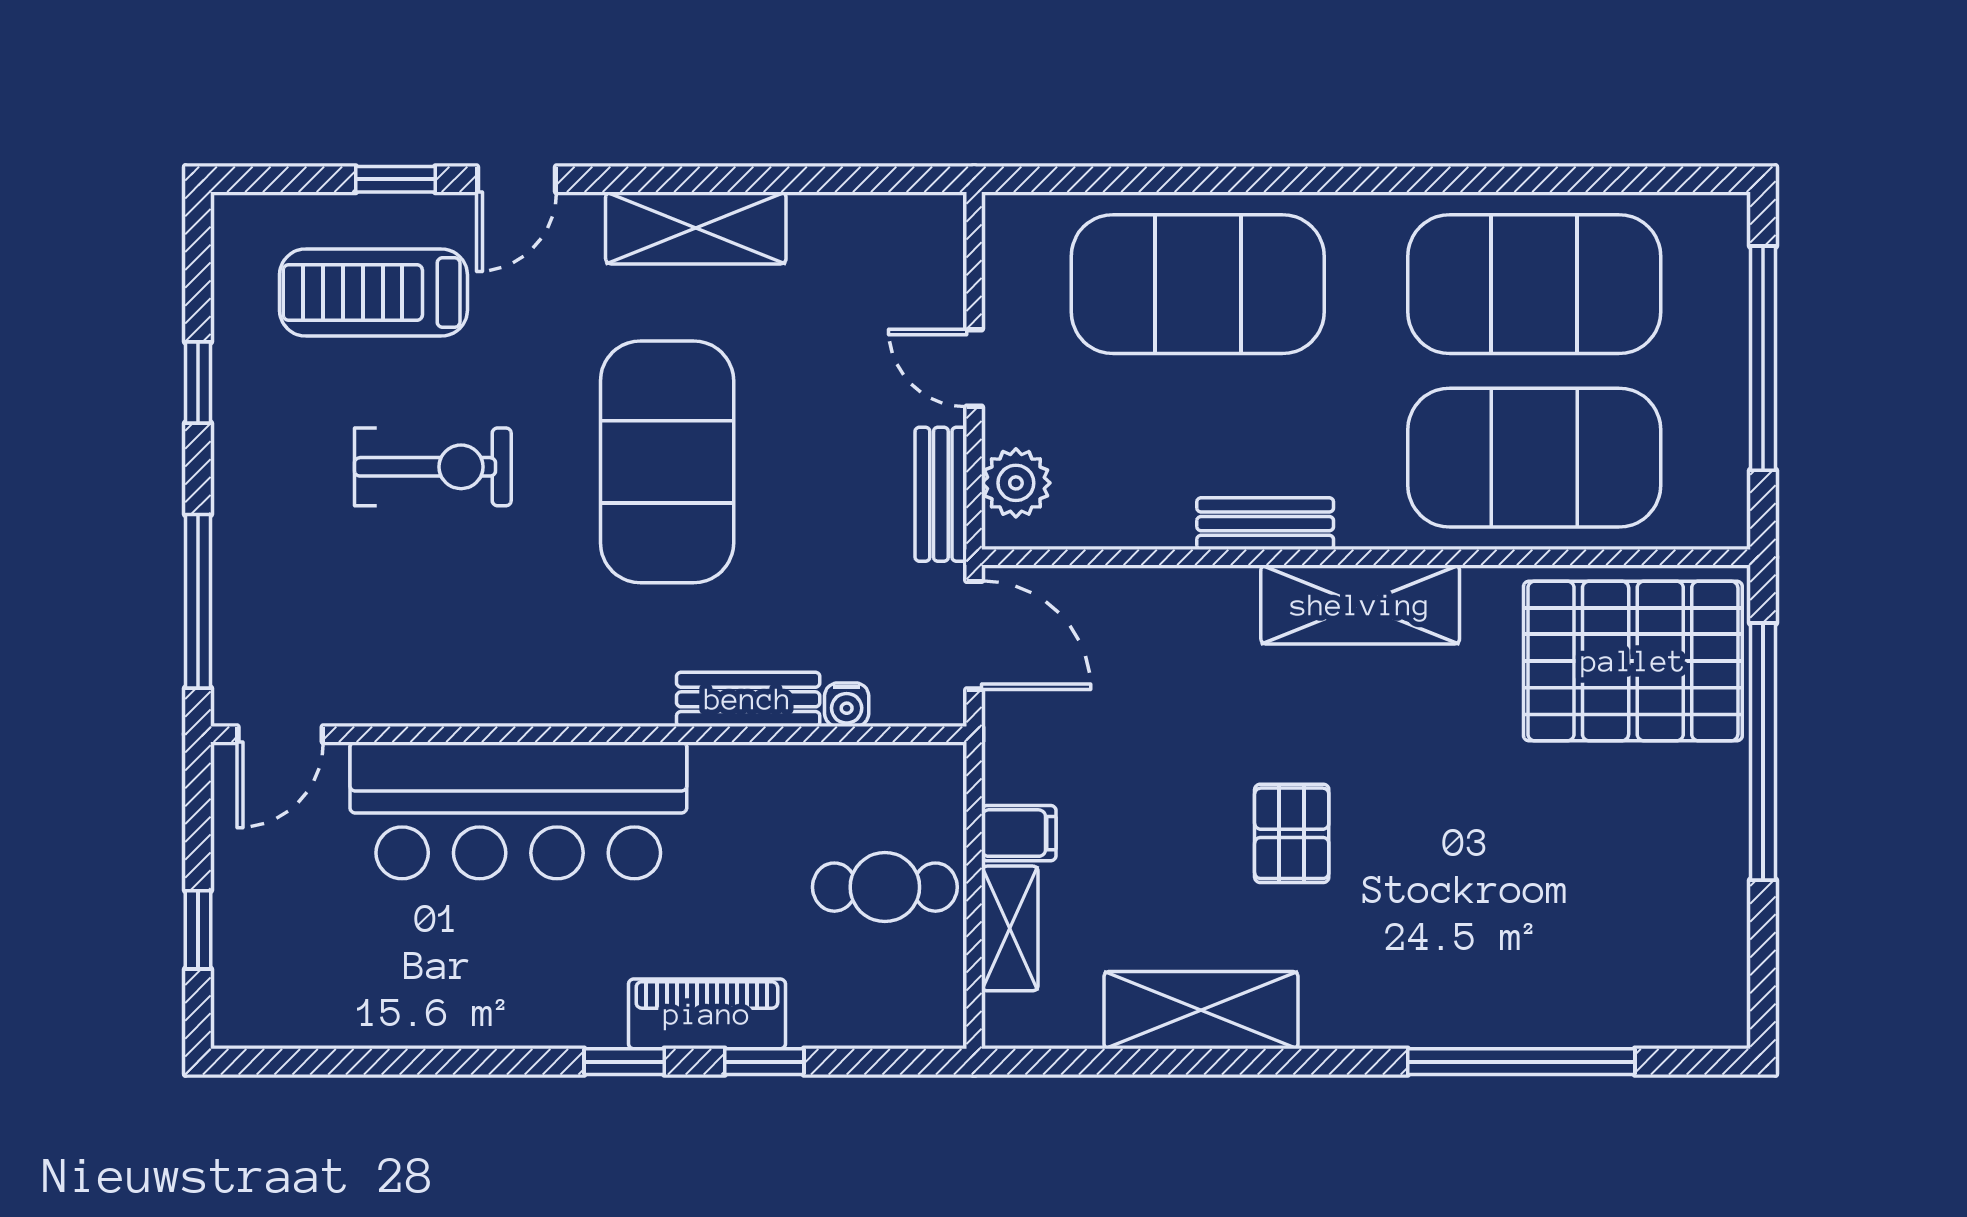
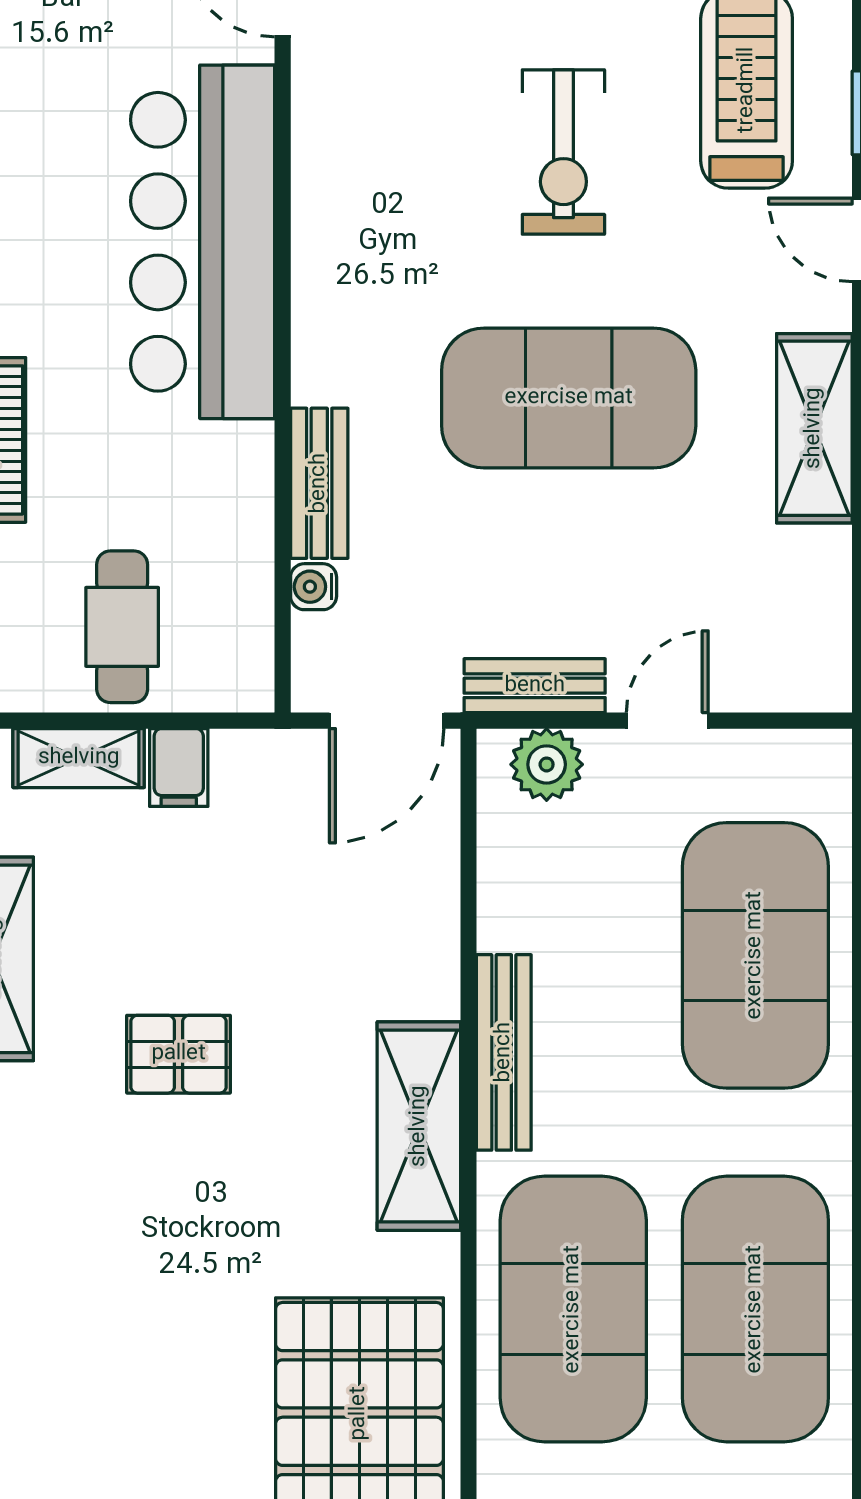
bench: (1265, 524) -> (504, 1052), width x1.36

